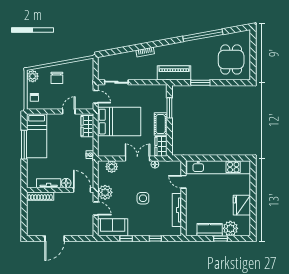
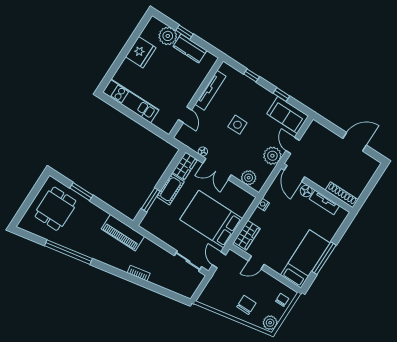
window: (200, 83) -> (81, 192), moved
kitchen unit: (219, 167) -> (131, 101), width x0.73

